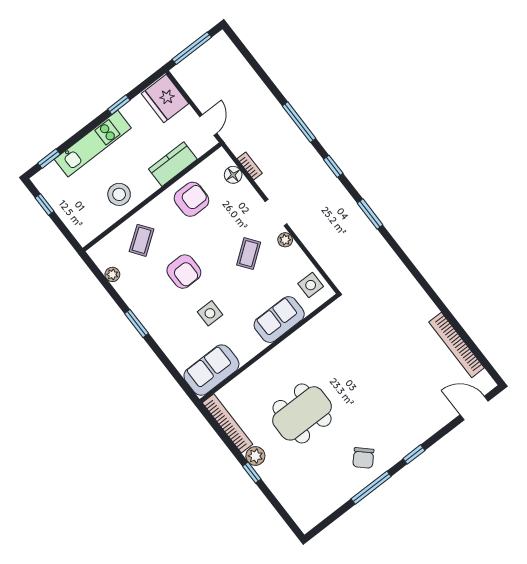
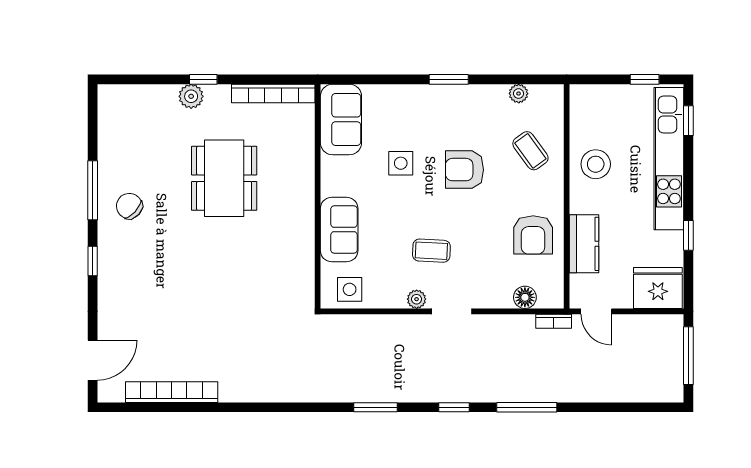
kitchen unit: (93, 144) -> (669, 159), width x1.36
bookcase: (250, 166) -> (554, 321), moved
coffee table: (249, 254) -> (431, 251), turned -50
plant: (255, 456) -> (191, 96), moved

